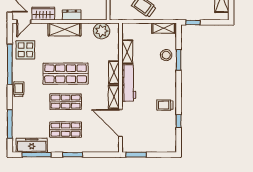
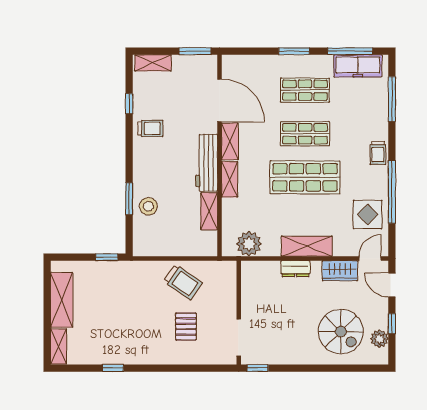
shelving: (164, 28) -> (153, 63), moved

